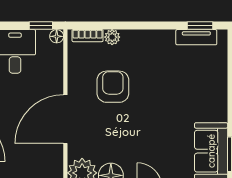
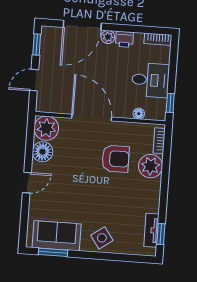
floor lamp: (57, 36) -> (139, 114), moved
plant: (112, 37) -> (150, 166), width x1.88, depth x1.88
side table: (210, 96) -> (102, 238), added

